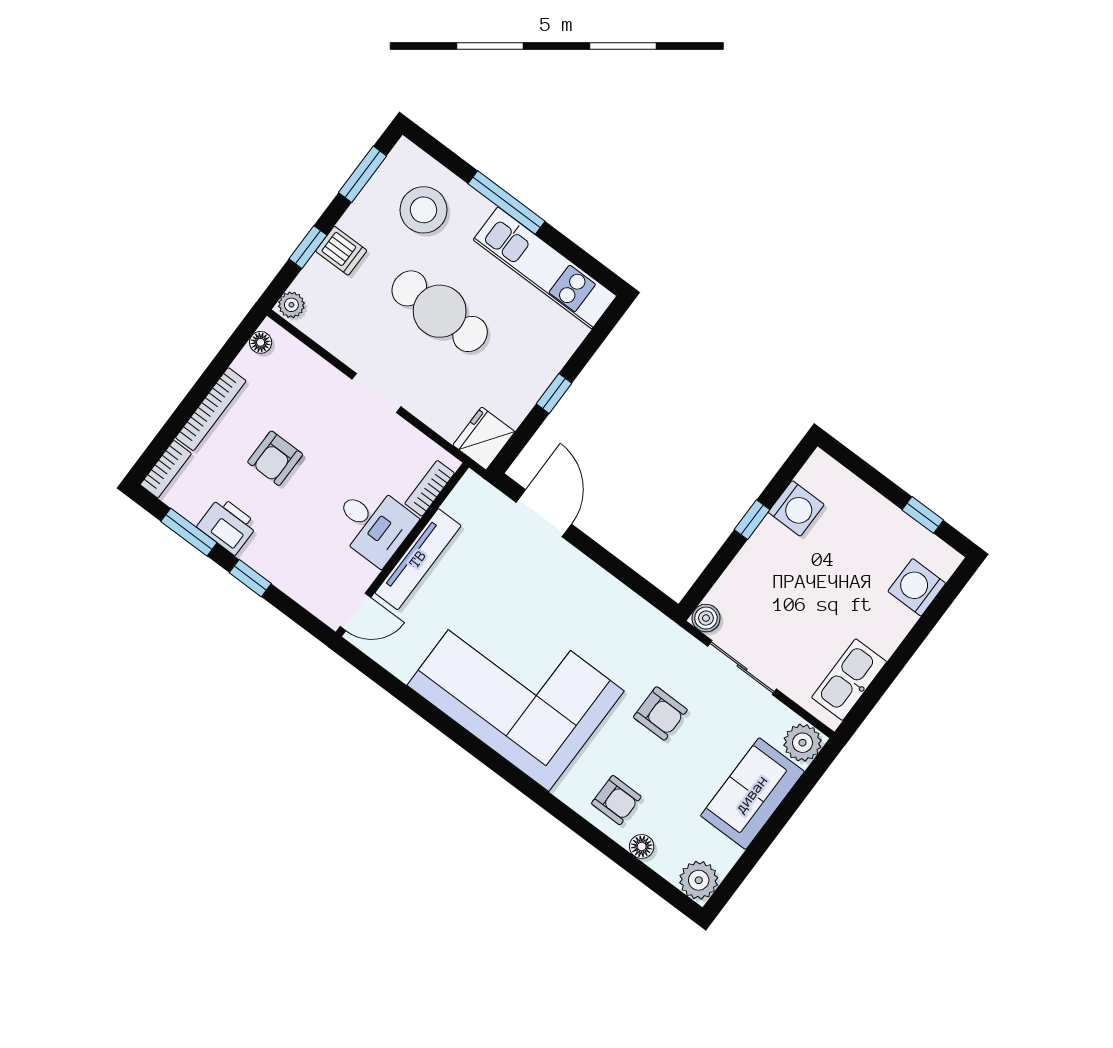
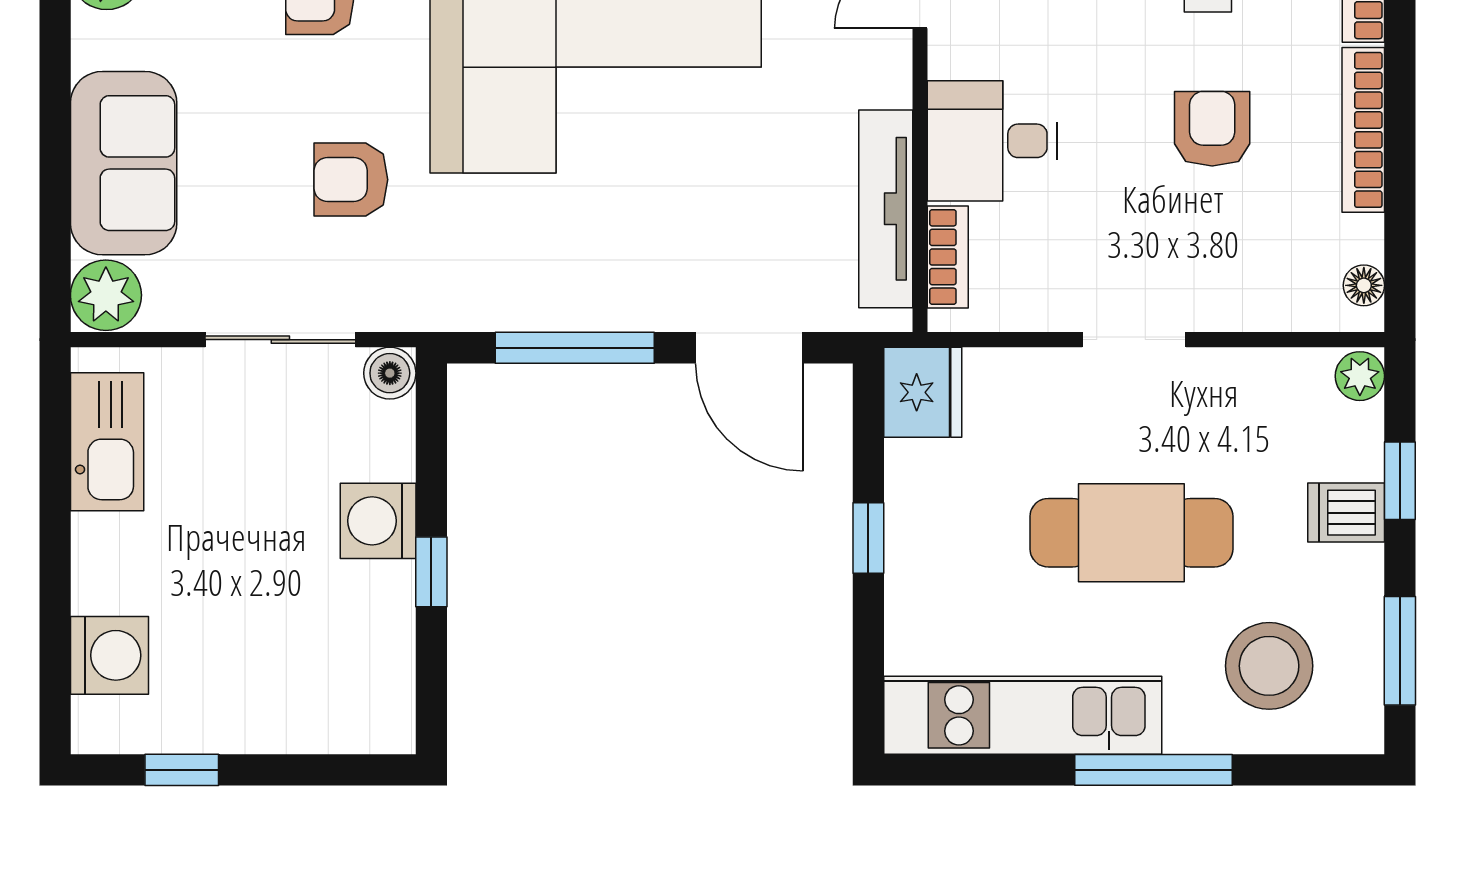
washing machine: (796, 508) -> (378, 521), moved
tv unit: (418, 559) -> (886, 209), moved
window: (619, 569) -> (575, 348), added

